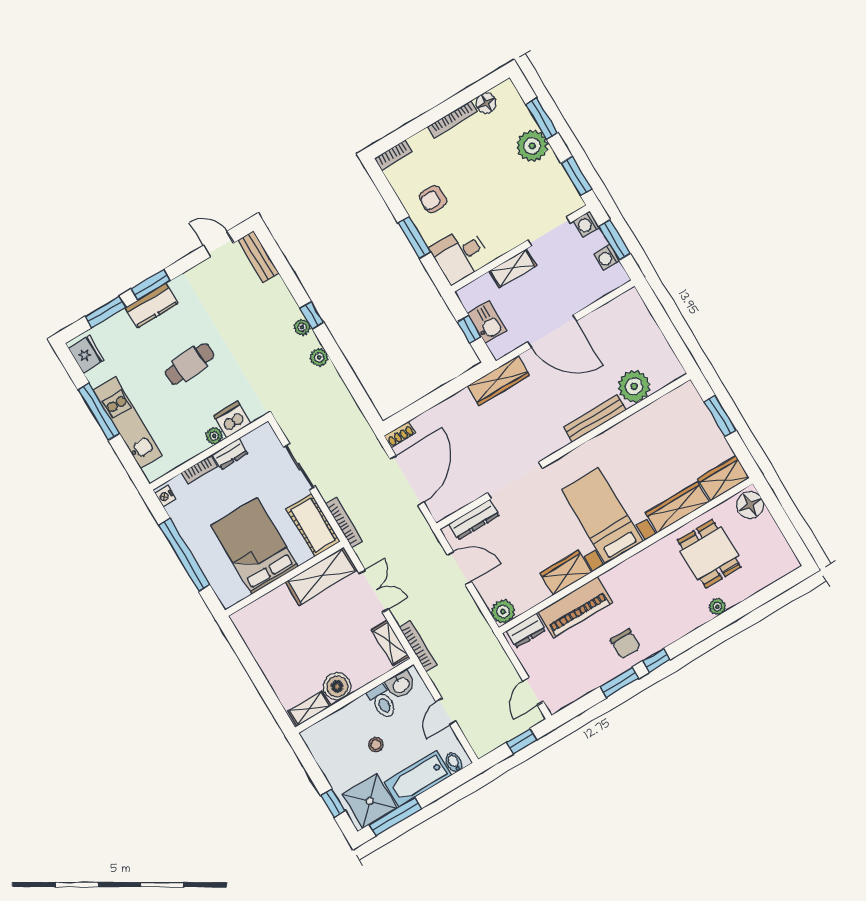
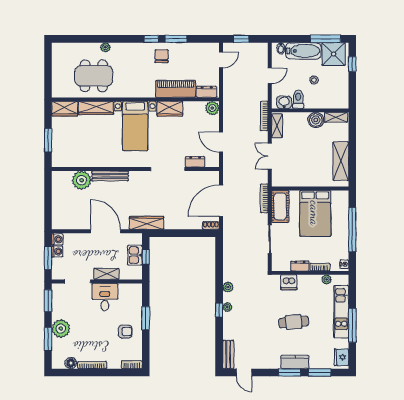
washing machine: (586, 224) -> (57, 239), moved
desk: (460, 255) -> (105, 297), moved, turned -90
plant: (214, 436) -> (327, 279), moved
floor lamp: (750, 505) -> (59, 88), removed
dresser: (474, 519) -> (195, 162), width x0.70
dining table: (709, 554) -> (94, 76), width x1.37
shelving: (321, 576) -> (341, 161), moved, turned 90

